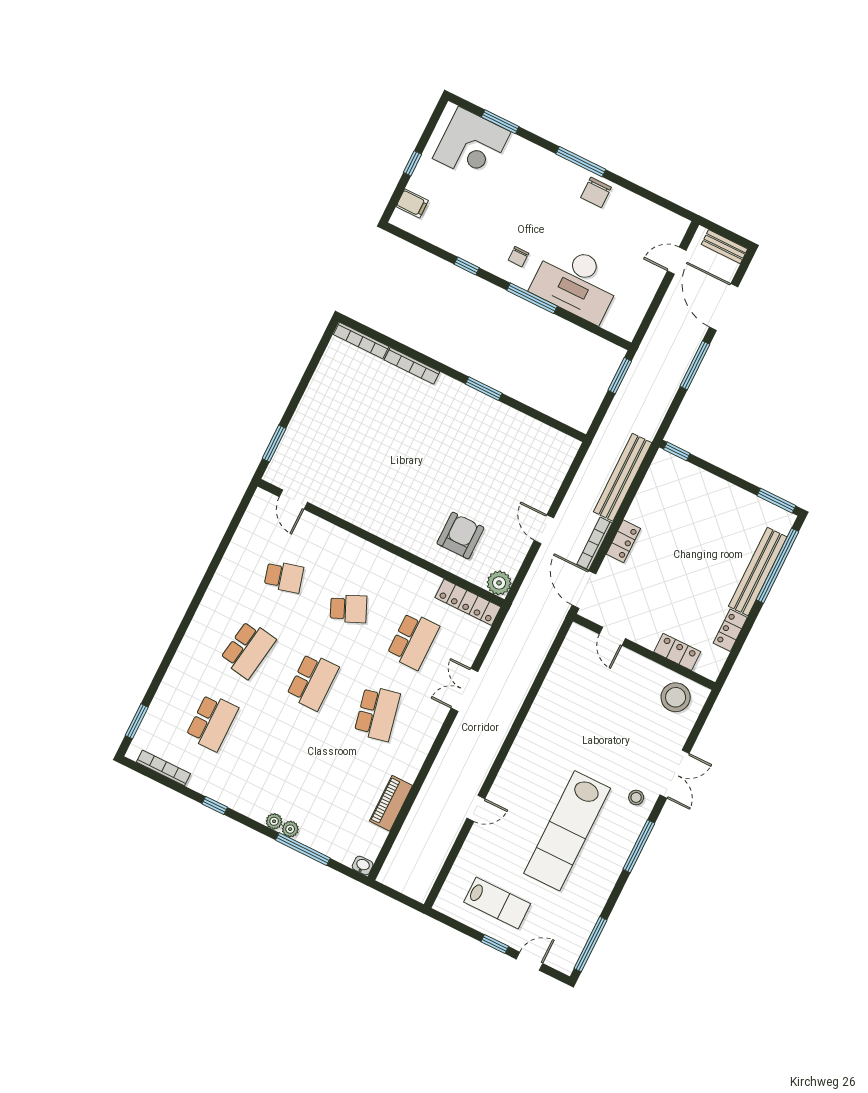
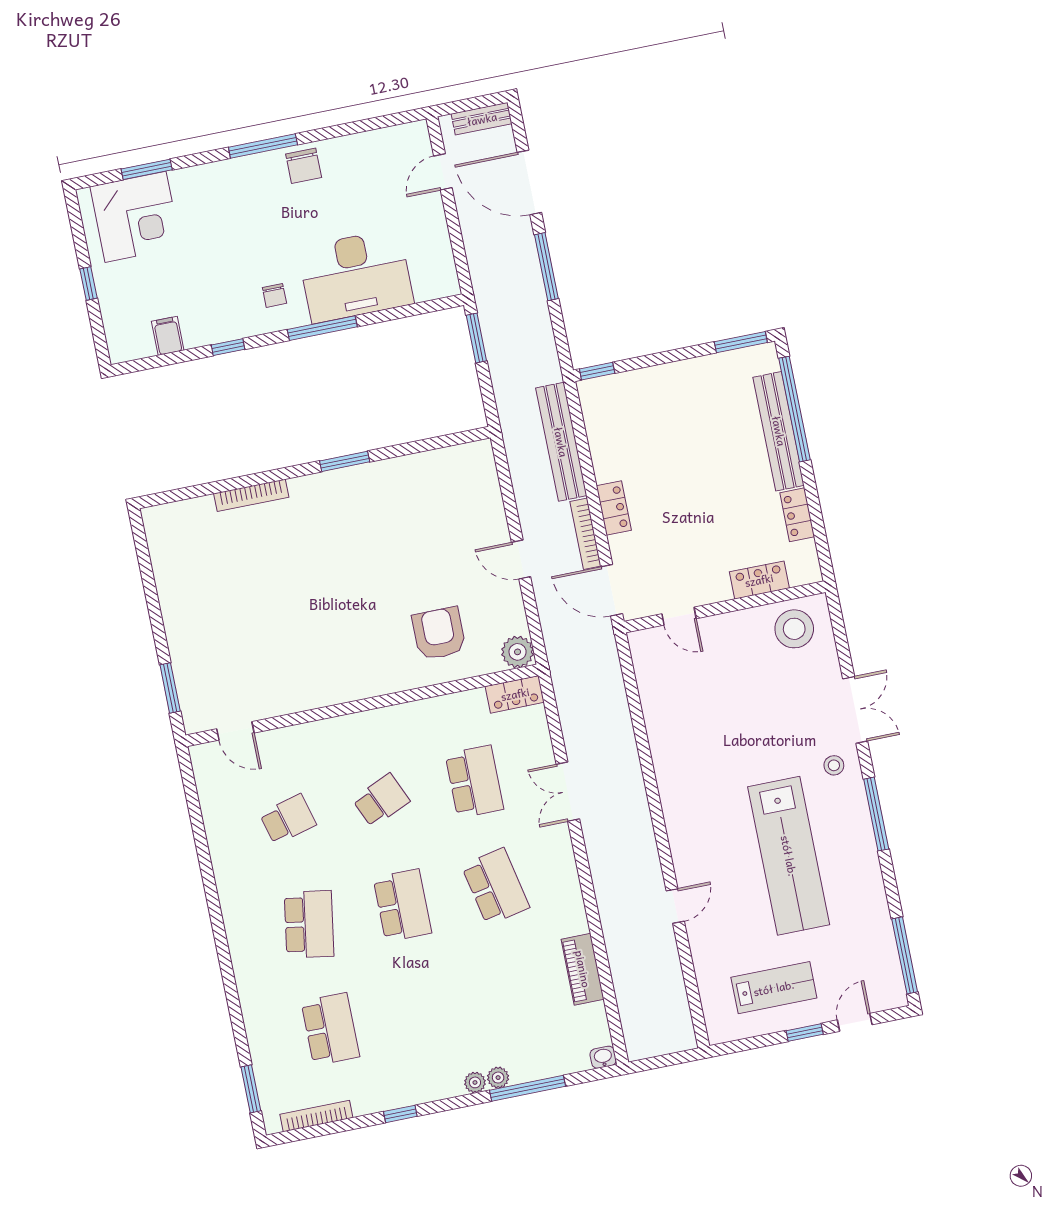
filing cabinet: (412, 203) -> (168, 336), moved, turned -90
bookcase: (361, 341) -> (178, 510), removed
locker: (468, 602) -> (515, 694), width x0.66

